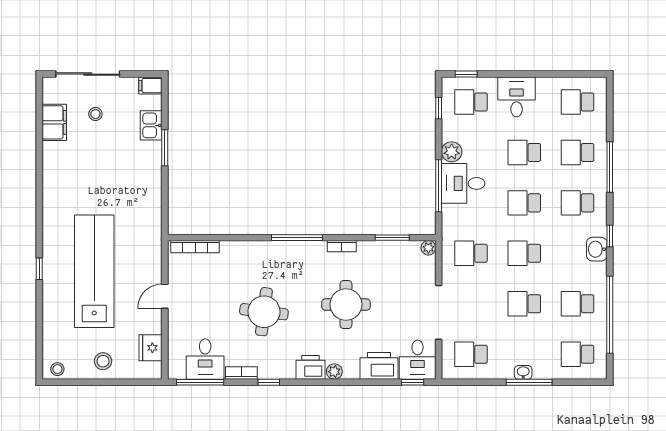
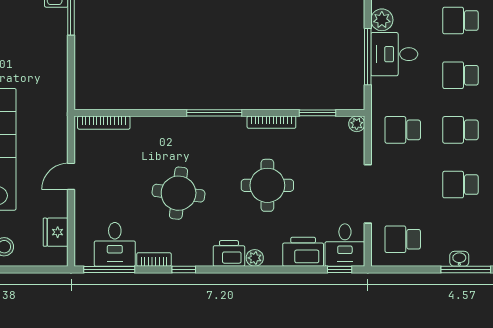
bookcase: (342, 246) -> (271, 122), width x1.56

